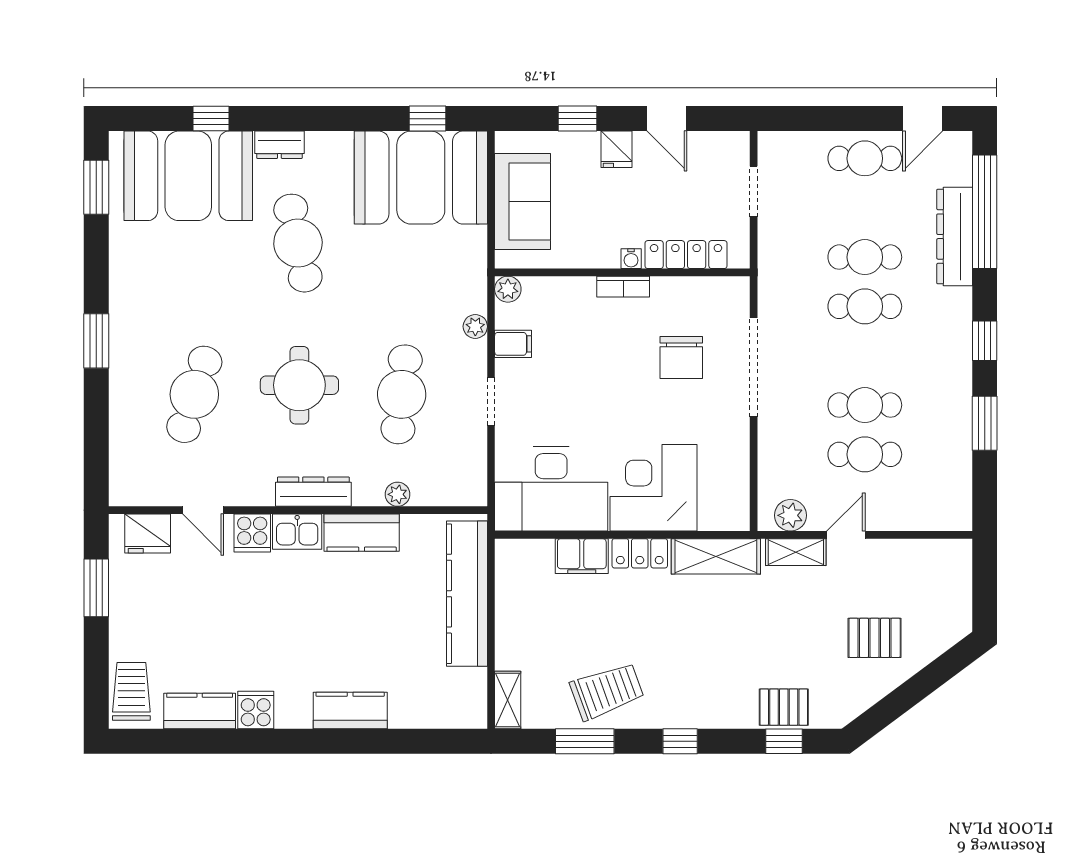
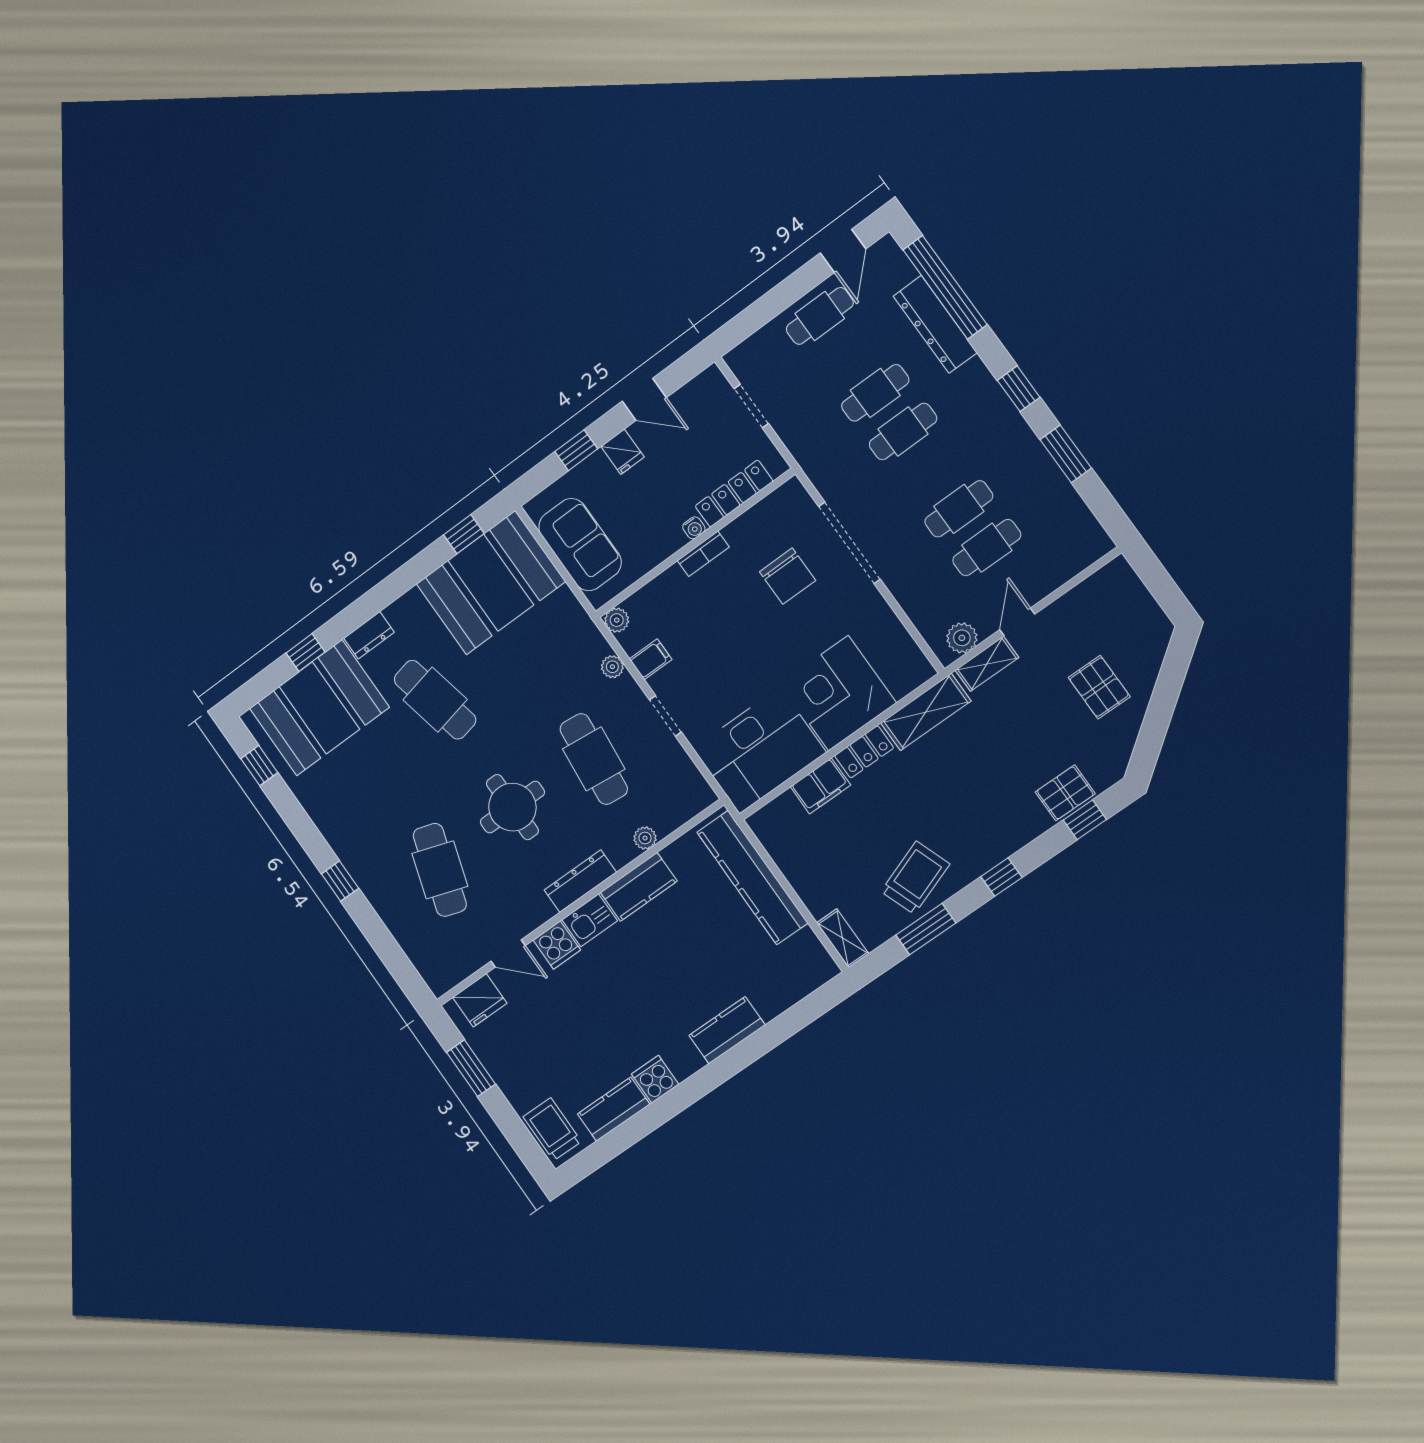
window: (96, 187) -> (259, 766), width x0.67
window: (96, 341) -> (340, 881), width x0.67
pallet: (875, 638) -> (1099, 687), turned 90

